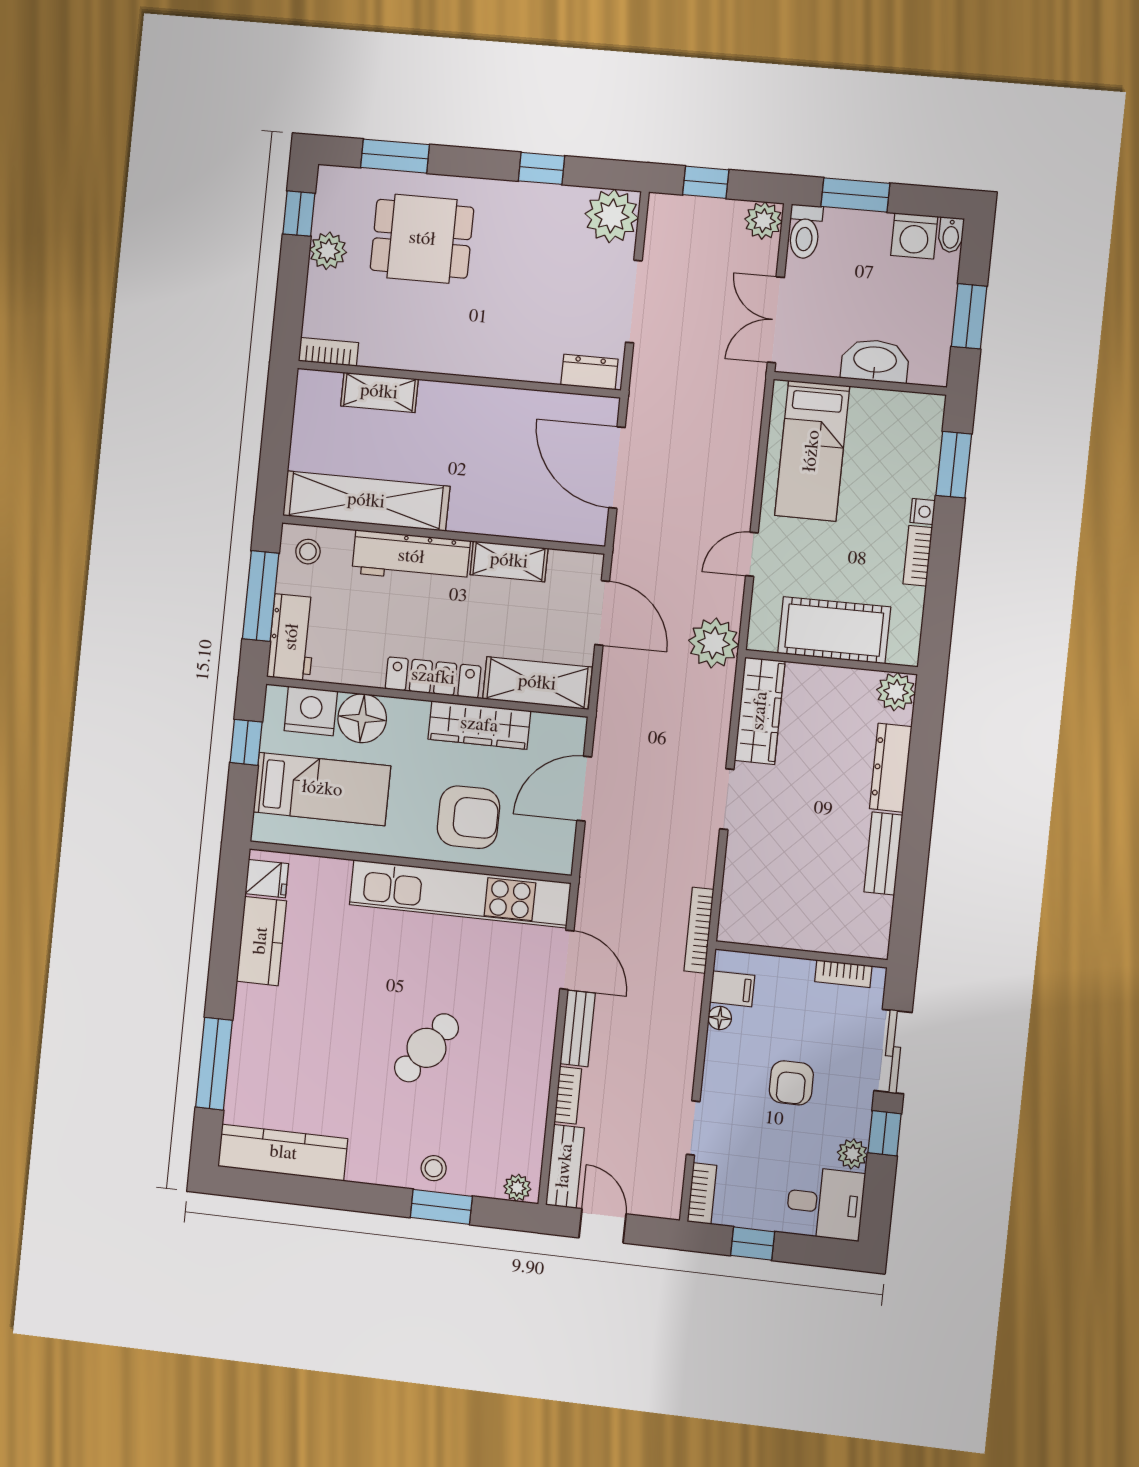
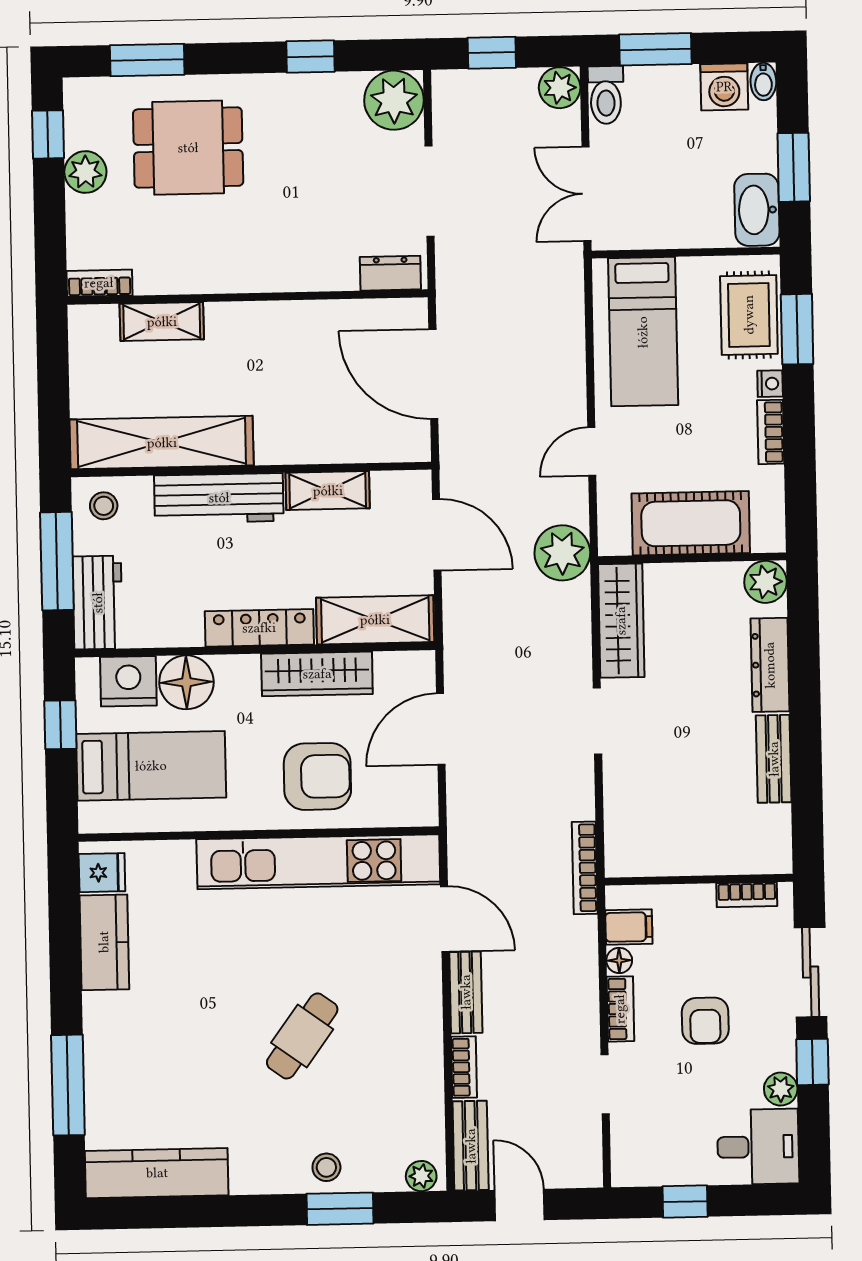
washbasin: (875, 361) -> (757, 210), moved, turned -90
rug: (911, 447) -> (749, 315), added
bookcase: (702, 1193) -> (620, 1009), moved

